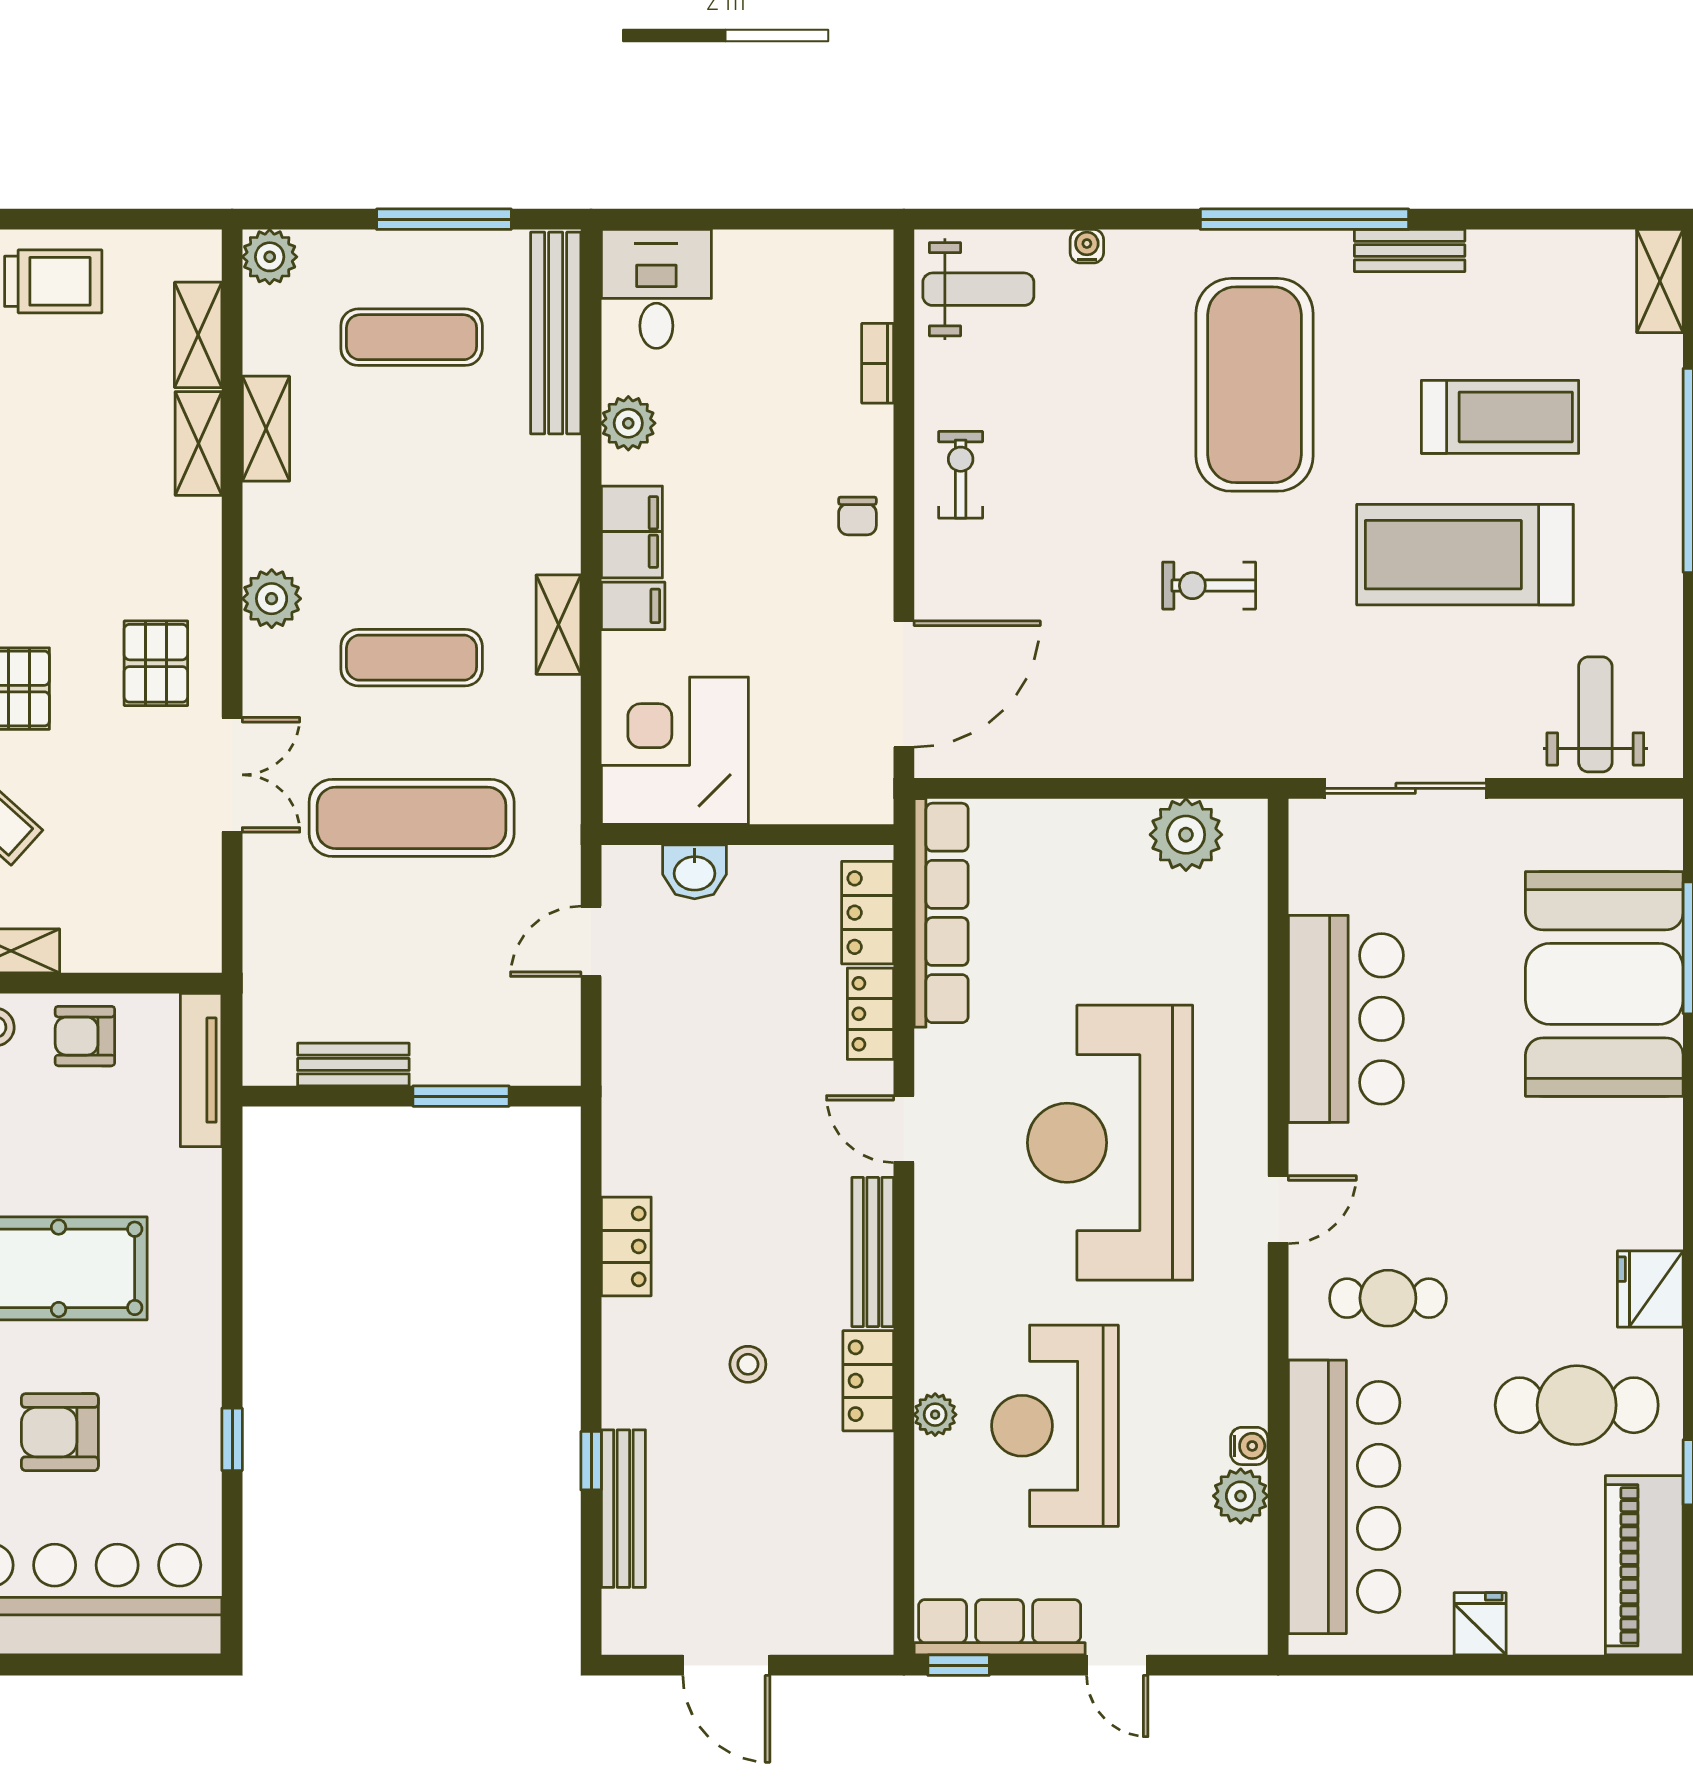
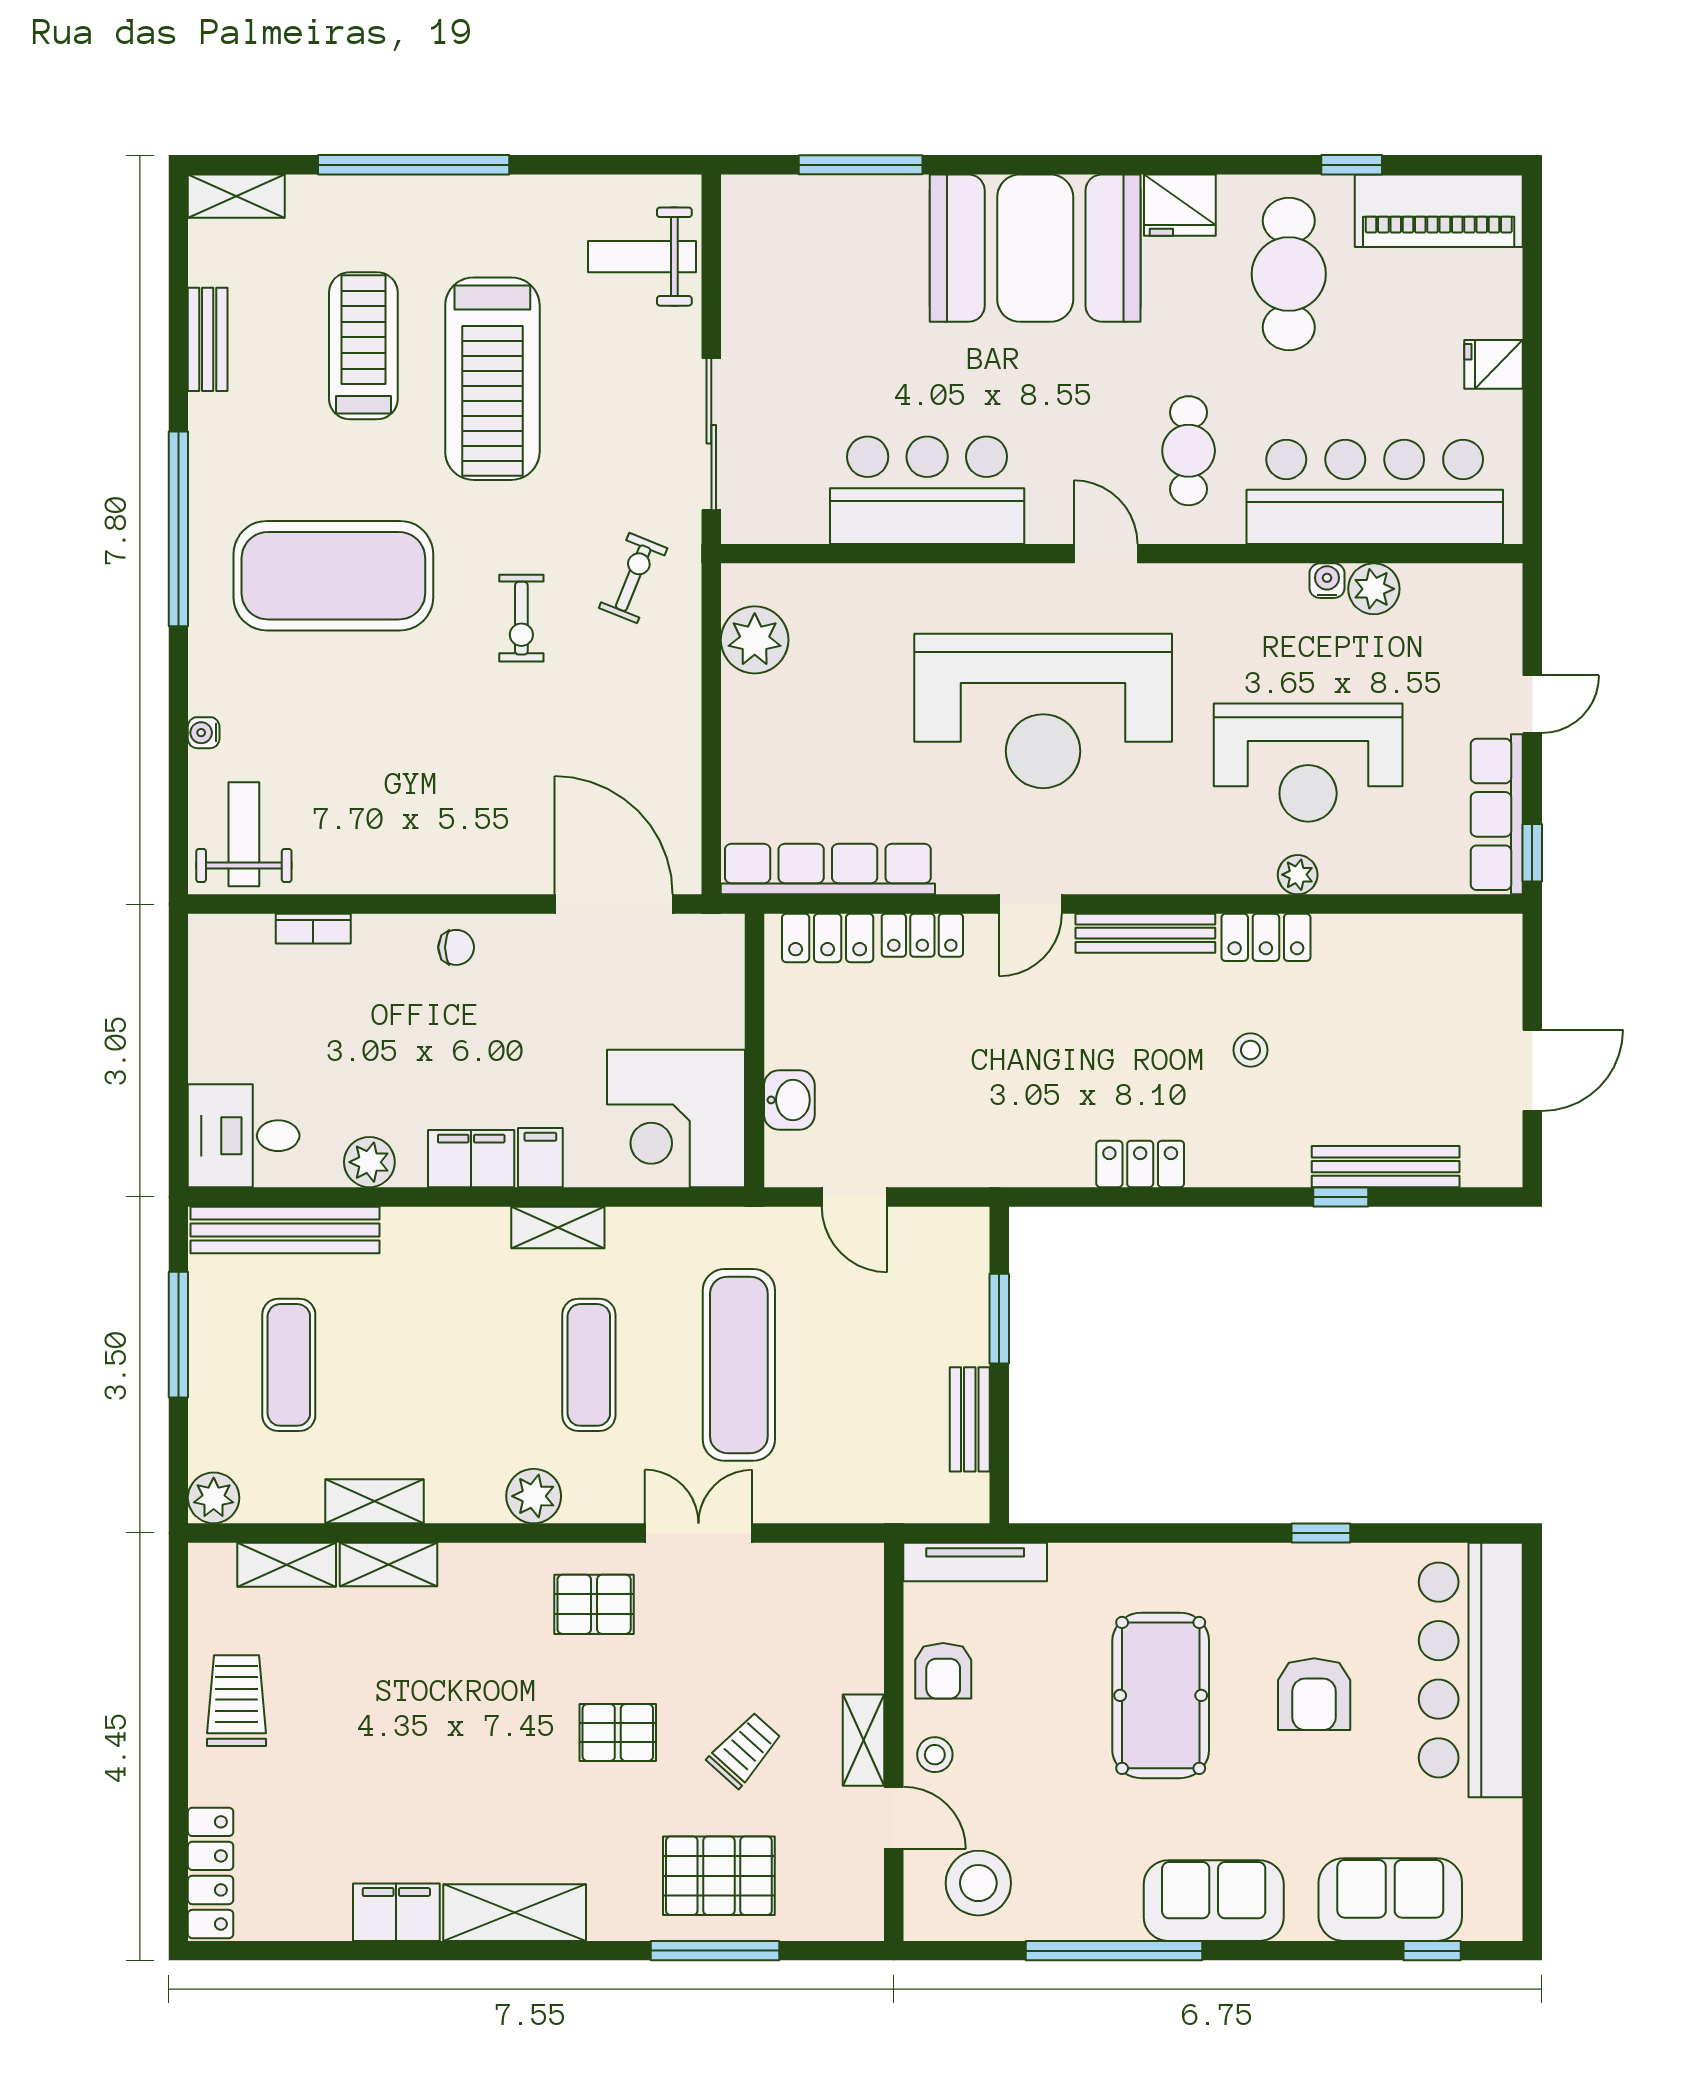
bench: (1410, 251) -> (208, 339), moved
exercise bike: (961, 475) -> (633, 578), moved, turned 112
booth: (1604, 984) -> (1035, 248), moved

